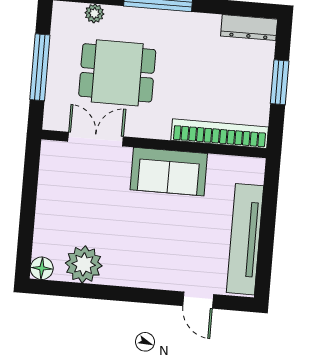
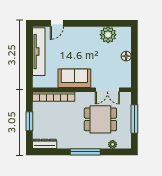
floor lamp: (42, 268) -> (126, 56), moved
door: (198, 300) -> (57, 23), swing flipped

